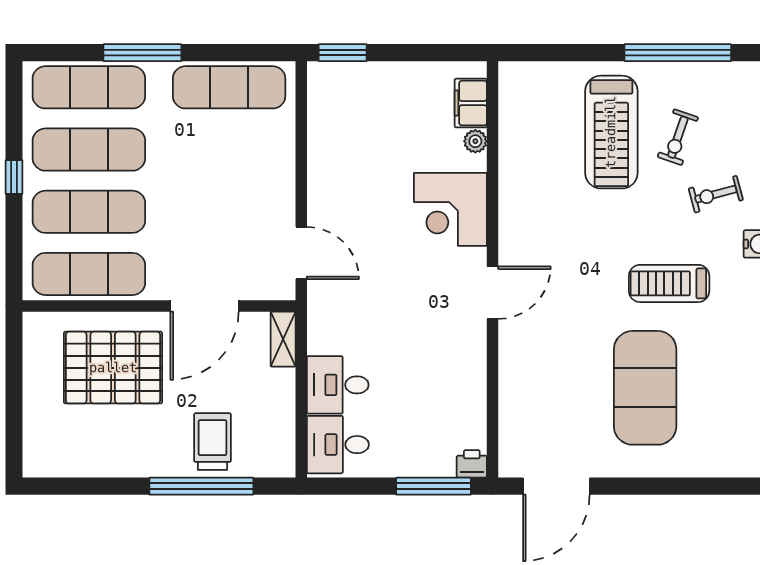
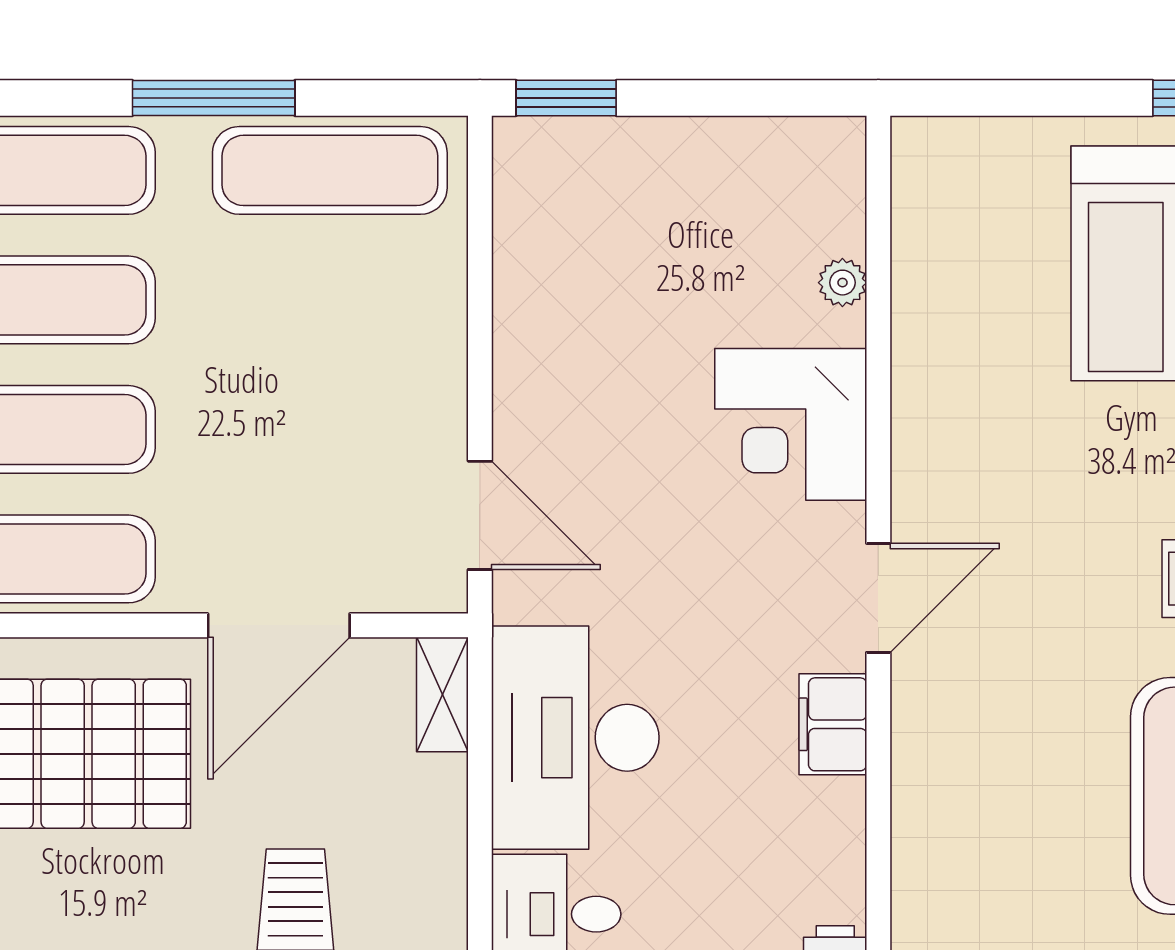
window: (142, 53) -> (214, 98), moved
filing cabinet: (471, 103) -> (833, 724), moved
desk: (338, 385) -> (575, 738), width x1.87, depth x1.30

